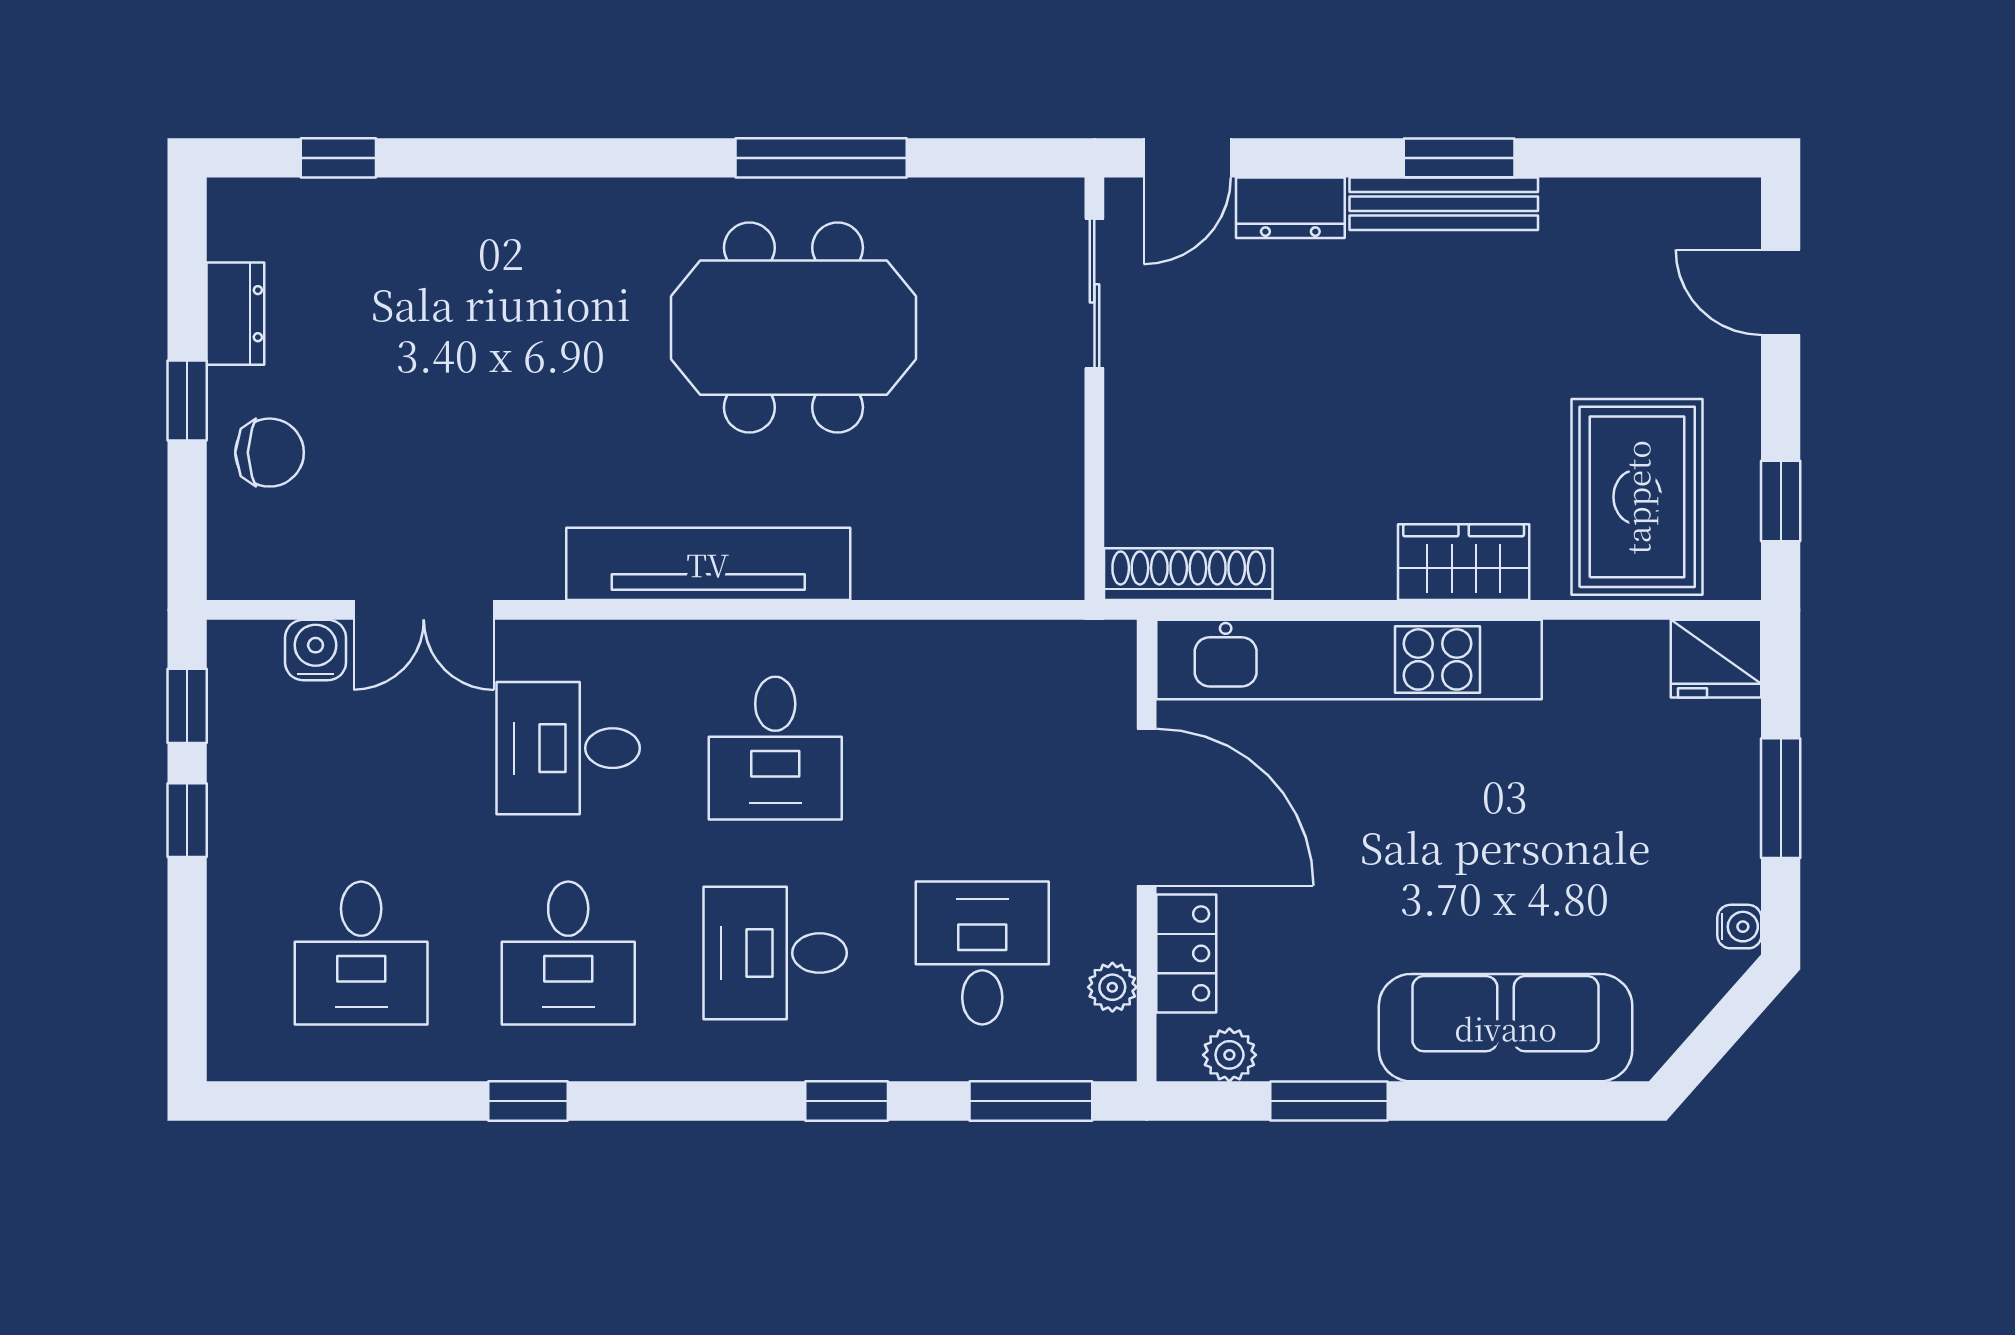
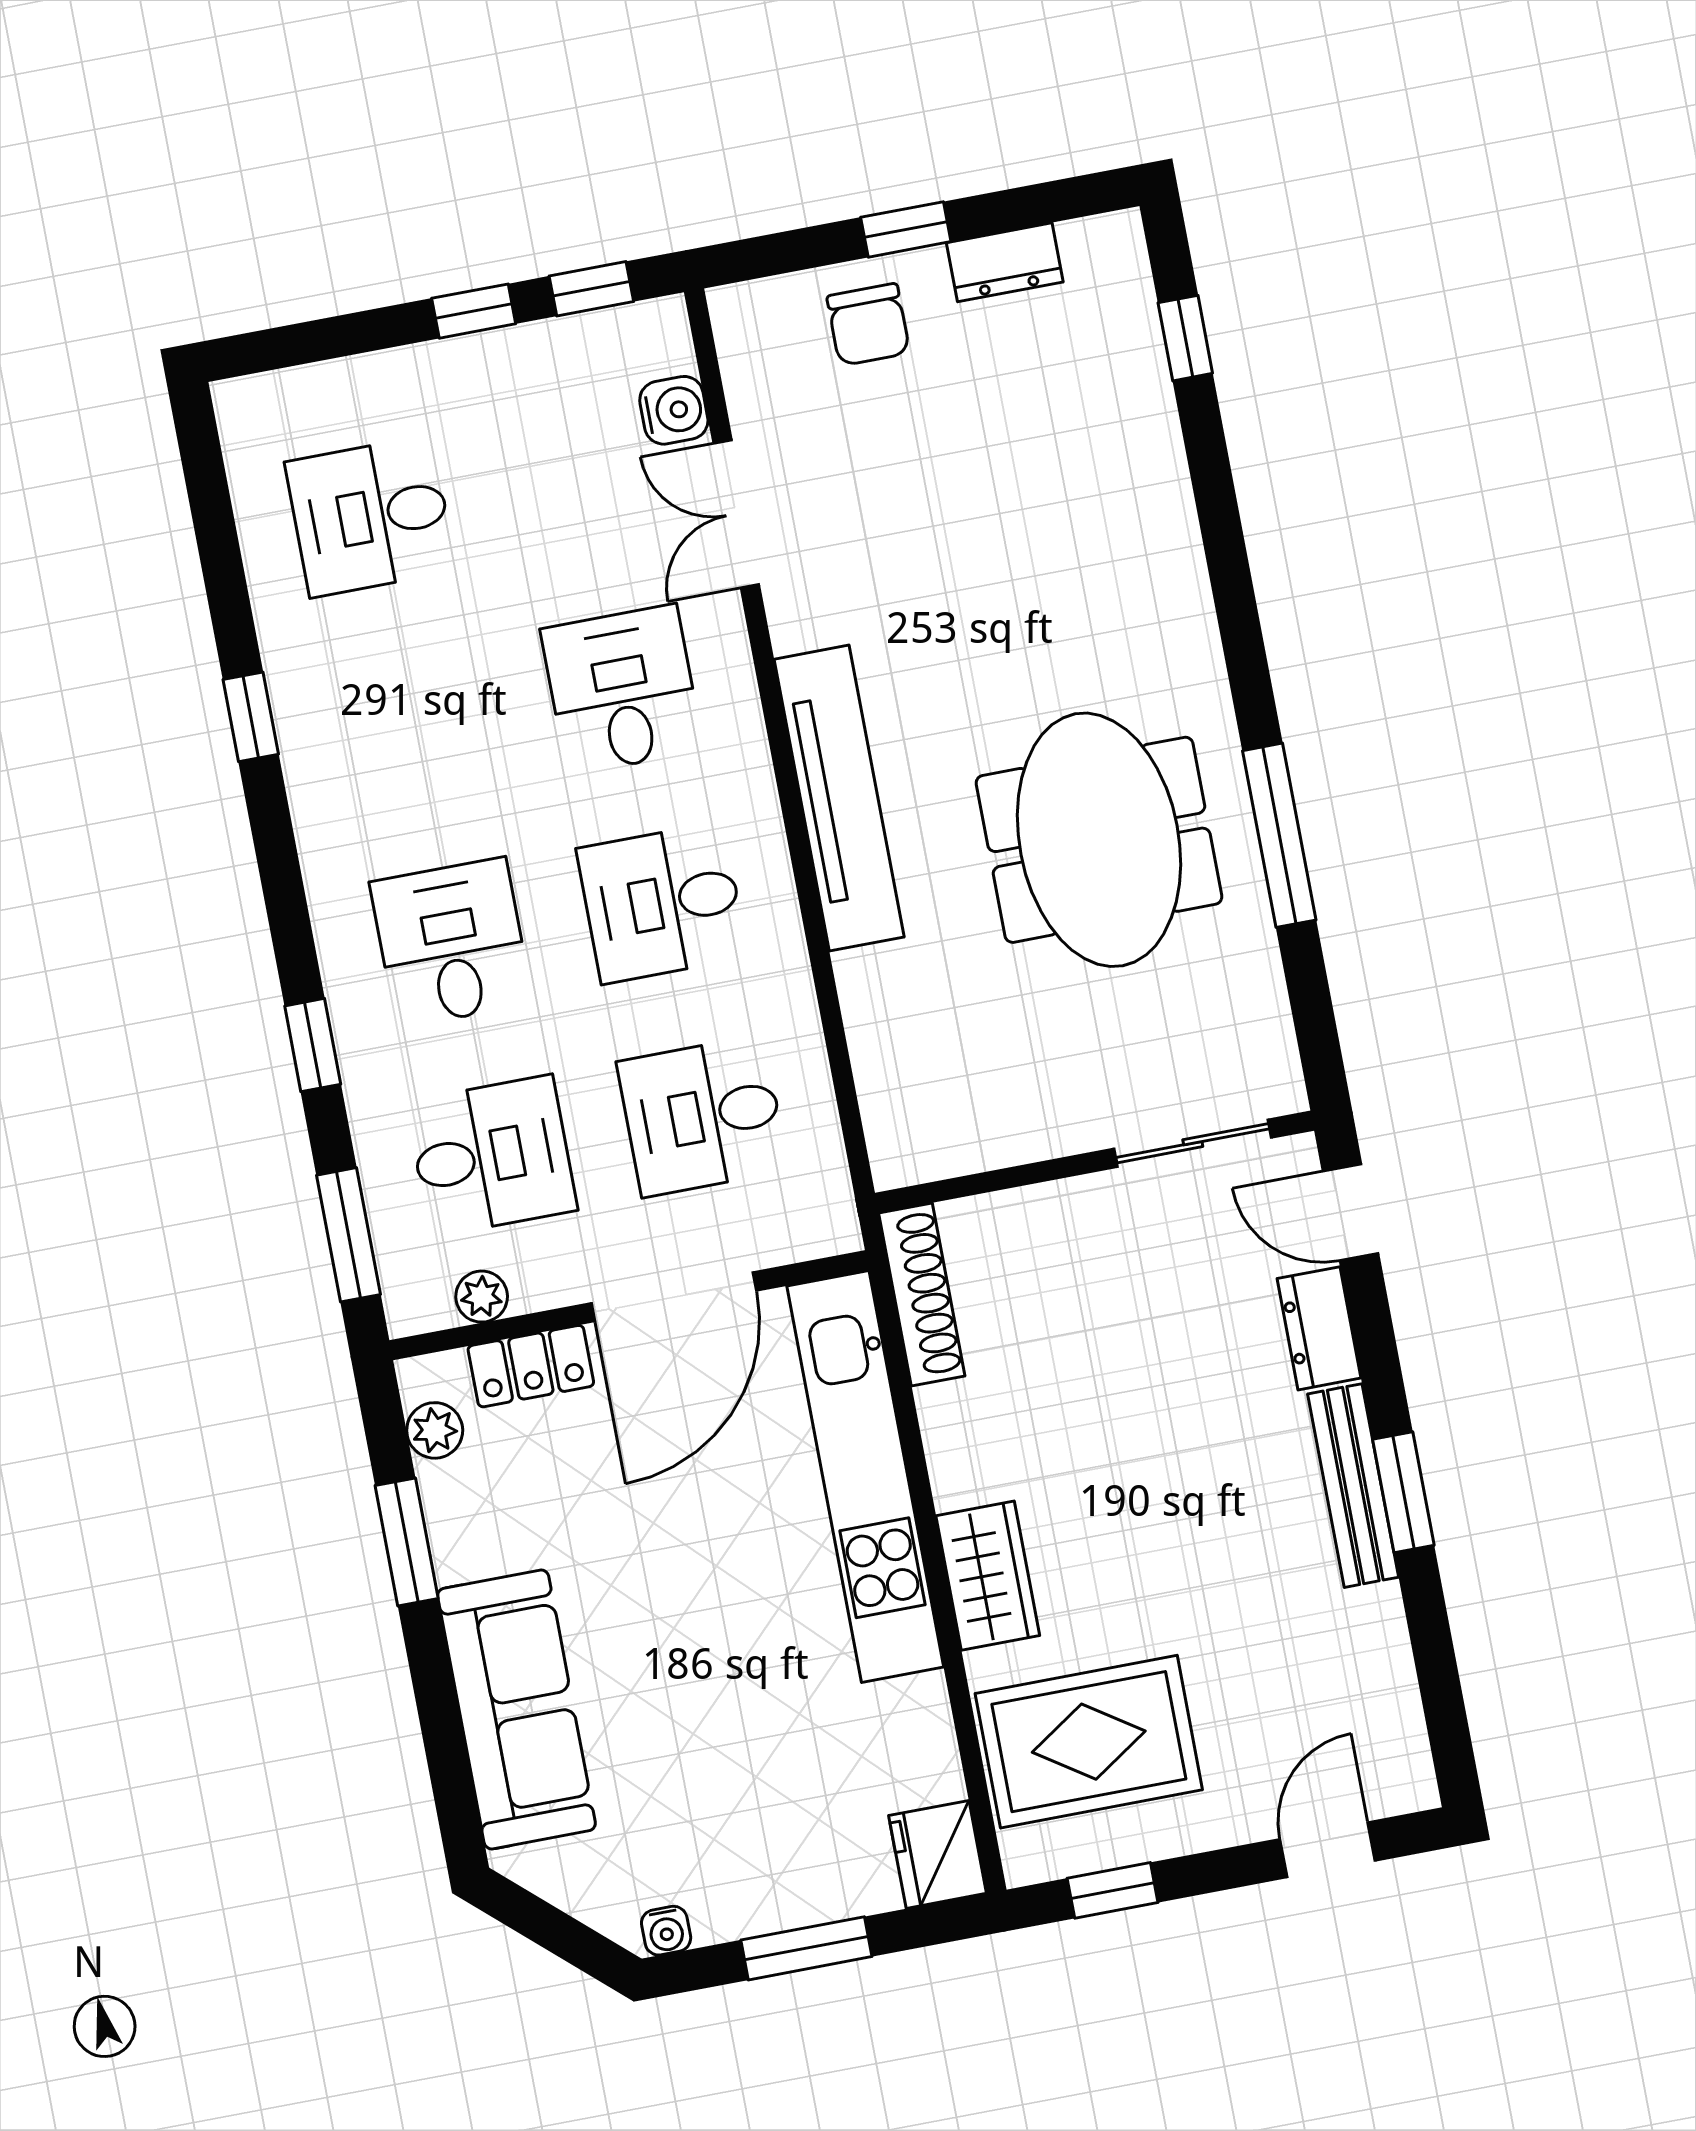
desk: (568, 953) -> (703, 1116), moved

